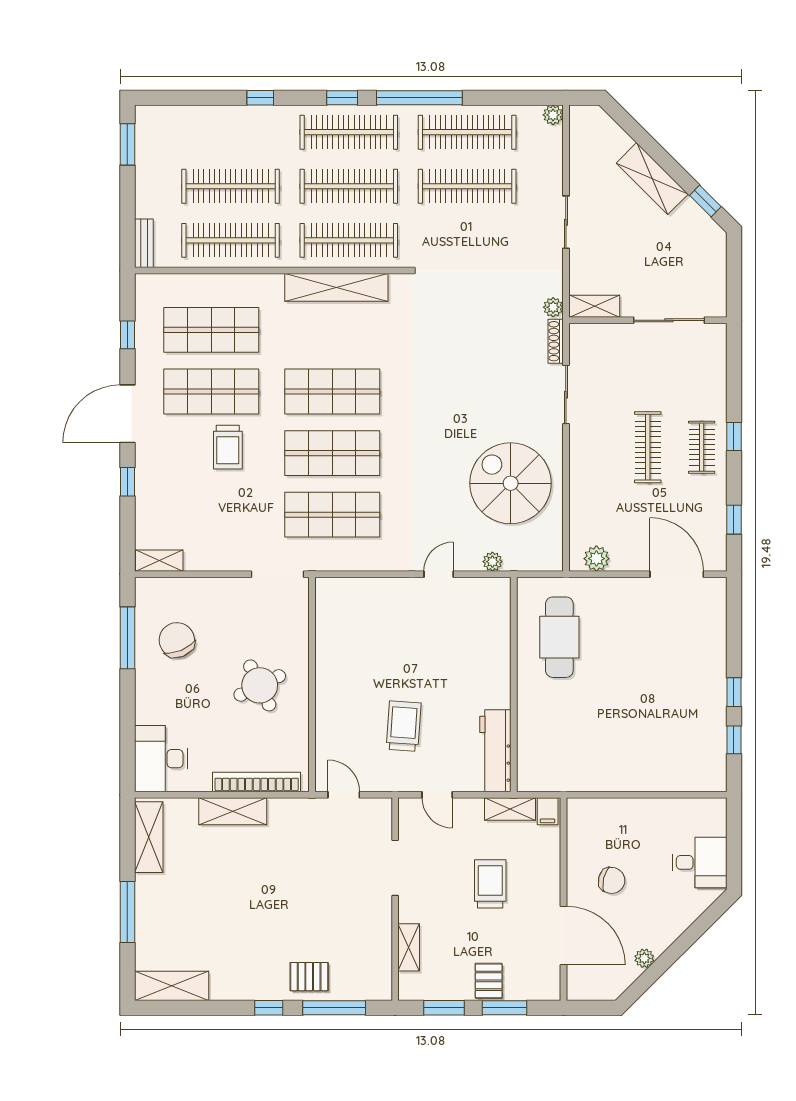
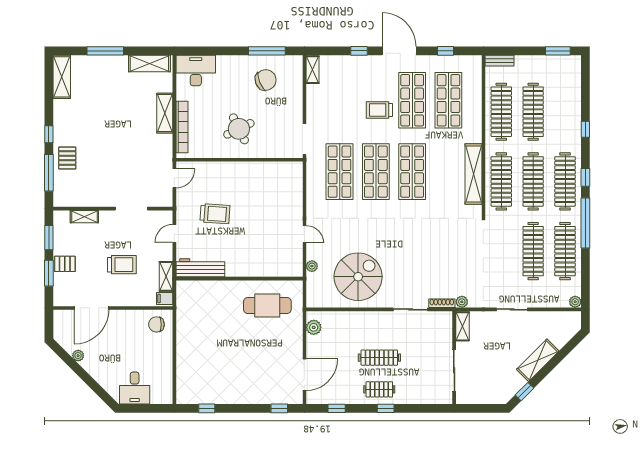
window: (734, 692) -> (279, 408), moved
chair: (612, 880) -> (156, 324), moved, turned 76

